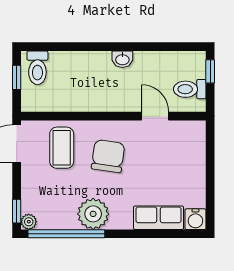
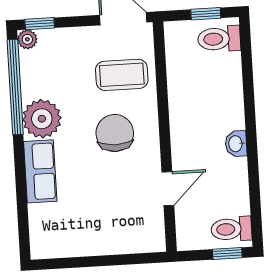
toilet: (190, 89) -> (231, 229), moved, turned -90
chair: (108, 156) -> (115, 133), turned -98
row of seats: (159, 218) -> (40, 171), moved
water cooler: (195, 219) -> (43, 246), removed

